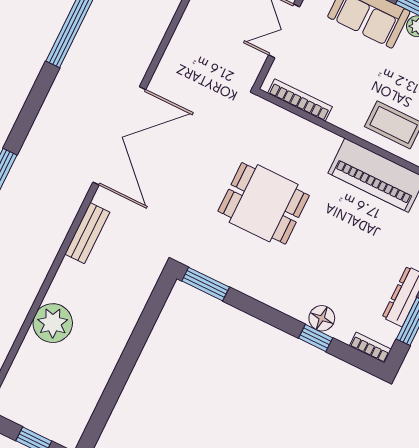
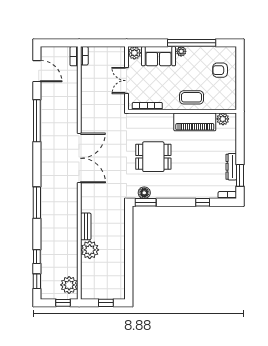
bench: (87, 233) -> (86, 226), moved
floor lamp: (322, 318) -> (144, 193), moved

